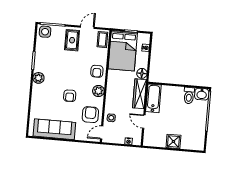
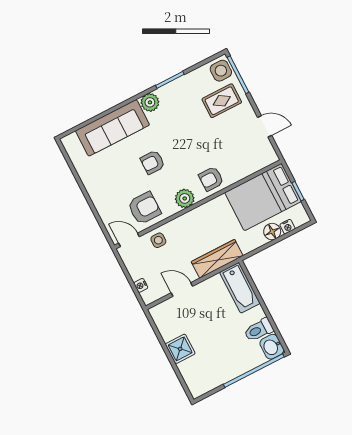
rug: (72, 40) -> (222, 101), moved
coffee table: (102, 40) -> (261, 158), removed
floor lamp: (142, 73) -> (272, 232), moved
bathtub: (153, 98) -> (240, 288), moved, turned 90
door: (144, 122) -> (182, 289), hinge flipped
sofa: (54, 129) -> (112, 128), moved, turned 90

